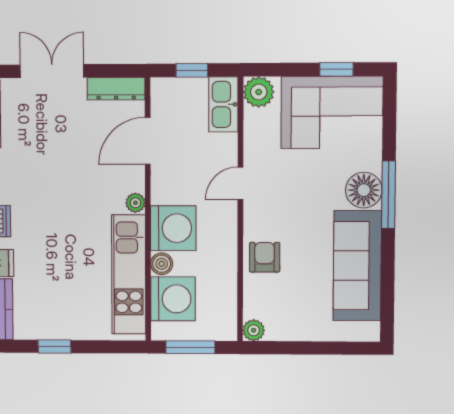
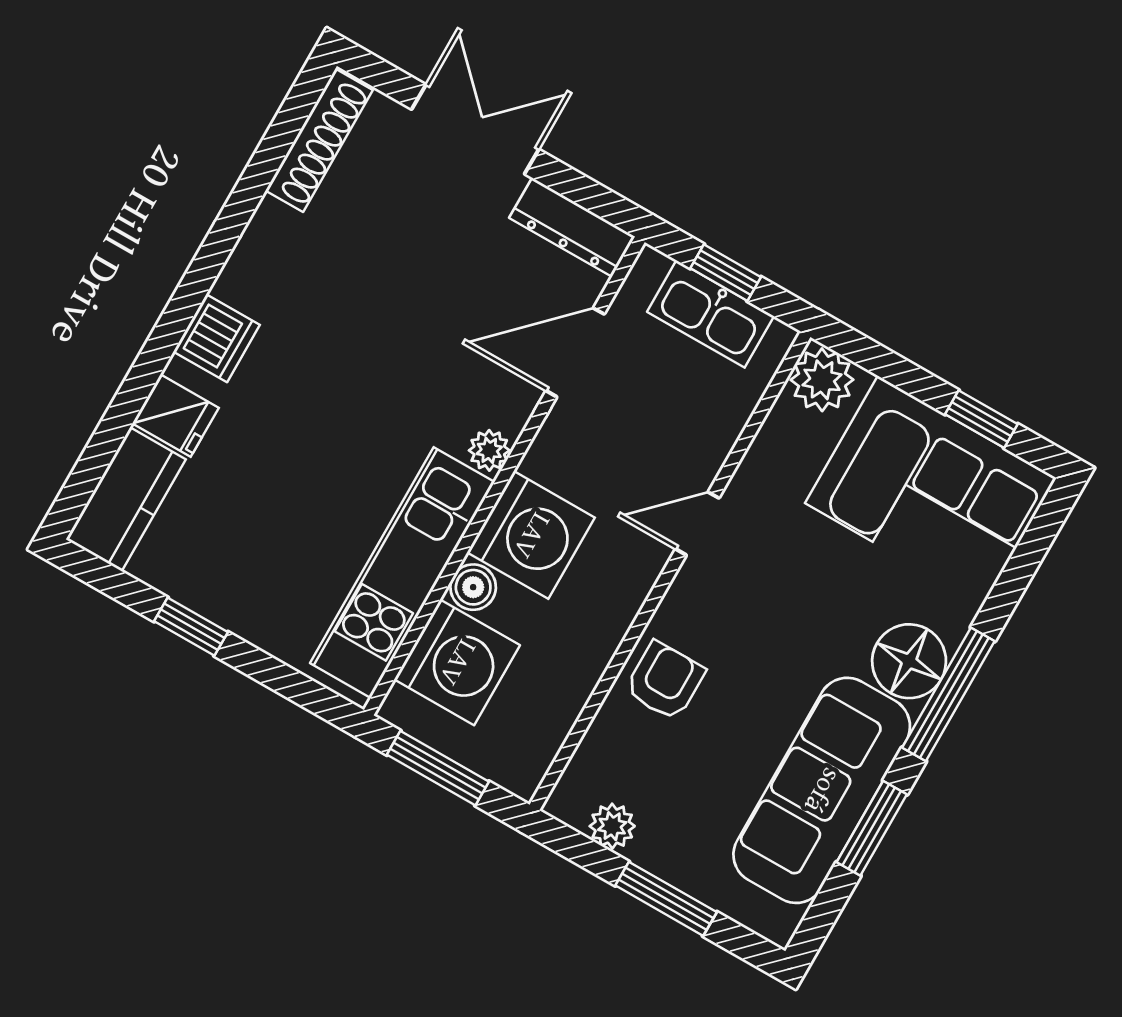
kitchen sink: (223, 104) -> (711, 314), moved, turned -90
window: (388, 270) -> (872, 828), added
plant: (254, 330) -> (612, 826), moved
window: (317, 348) -> (666, 899), added

